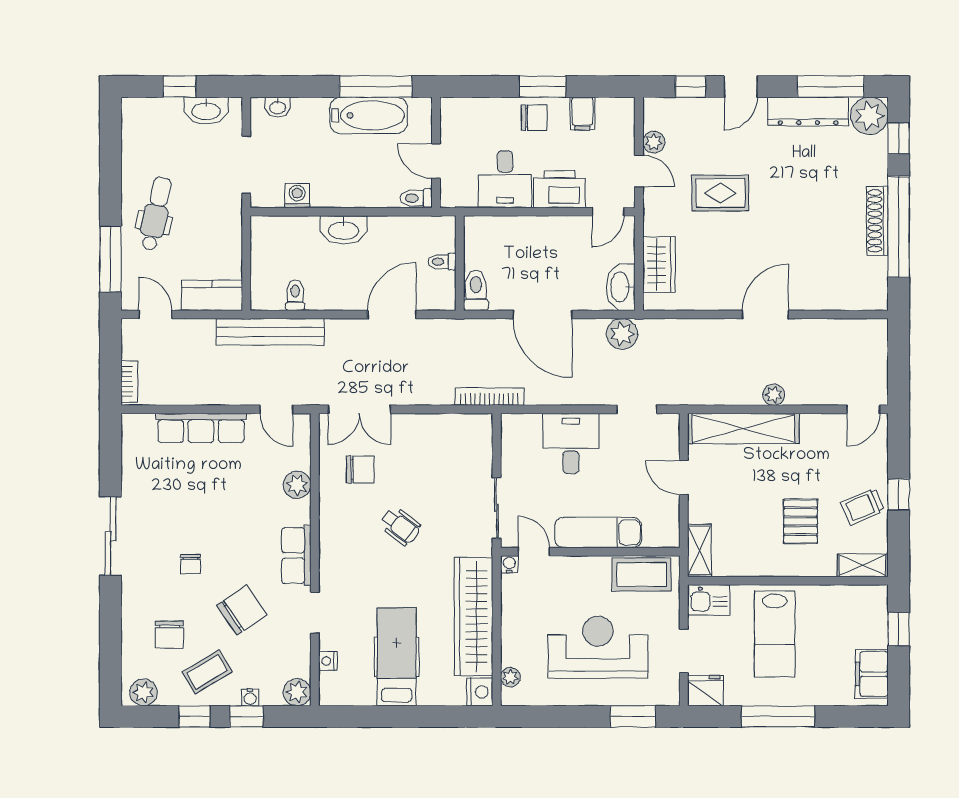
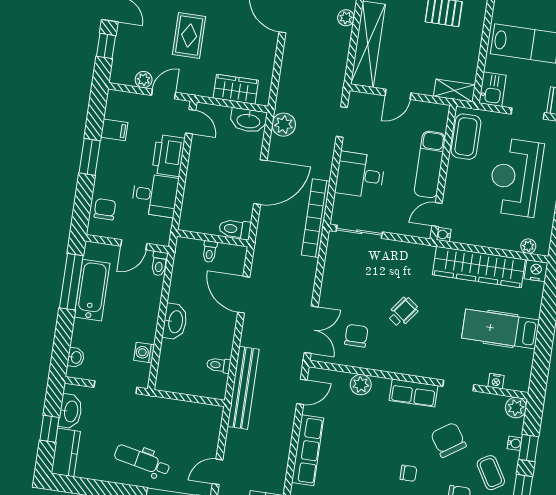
chair: (534, 118) -> (105, 209), moved
kitchen counter: (212, 295) -> (66, 452), moved, turned 180
bookcase: (489, 397) -> (316, 218), width x1.48, depth x1.31
sliding door: (497, 508) -> (359, 232), moved

